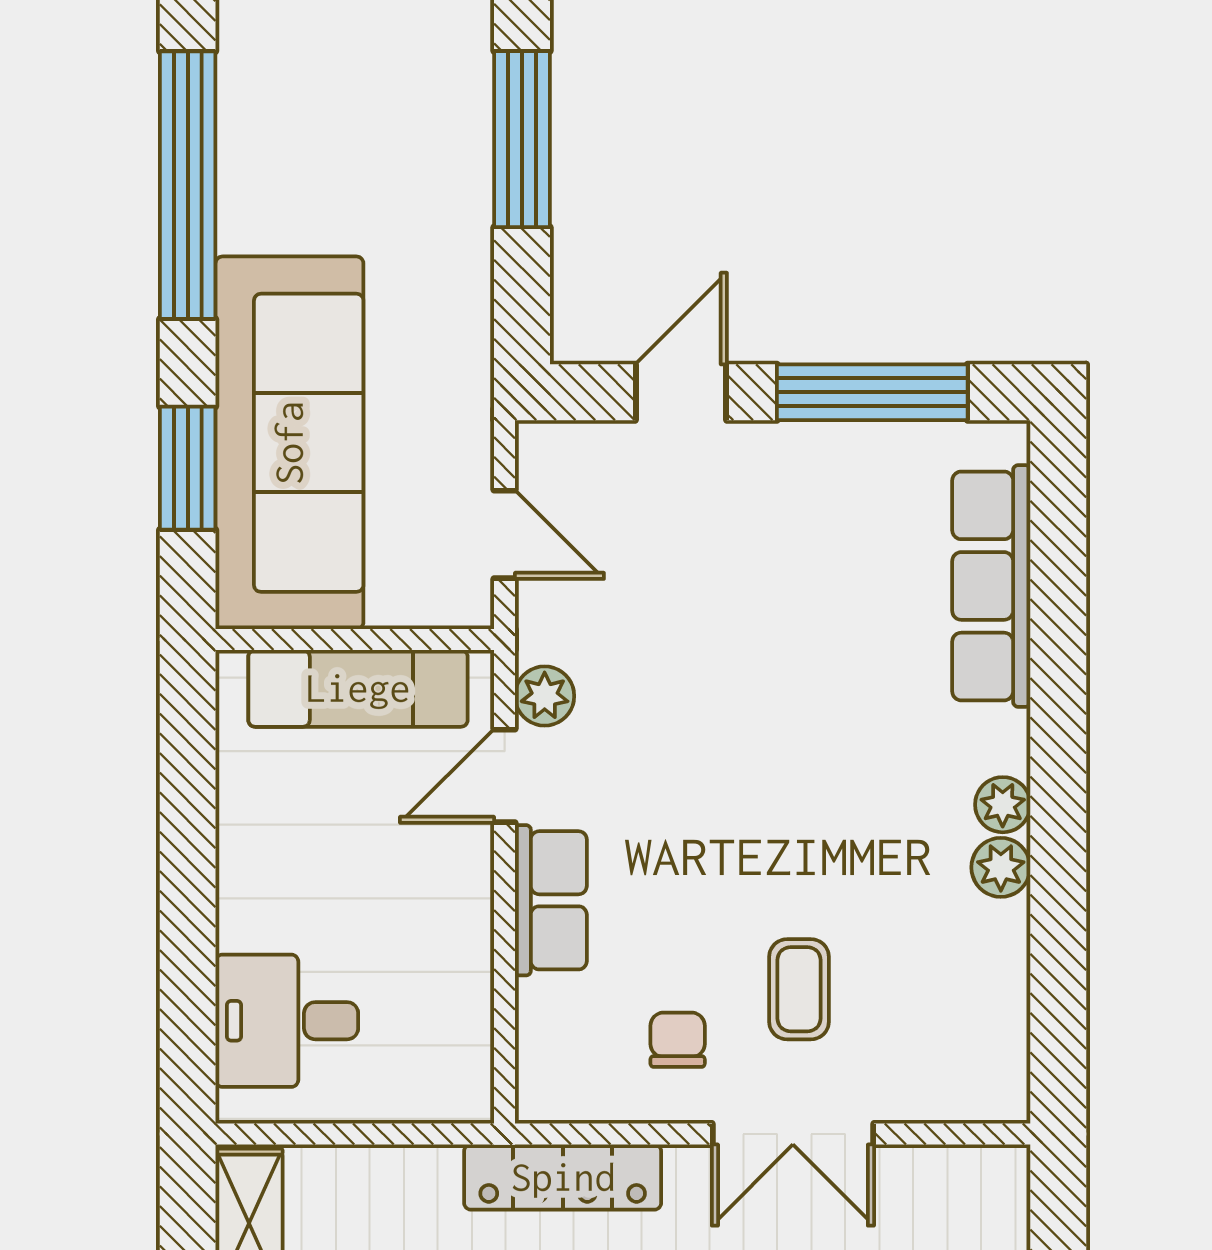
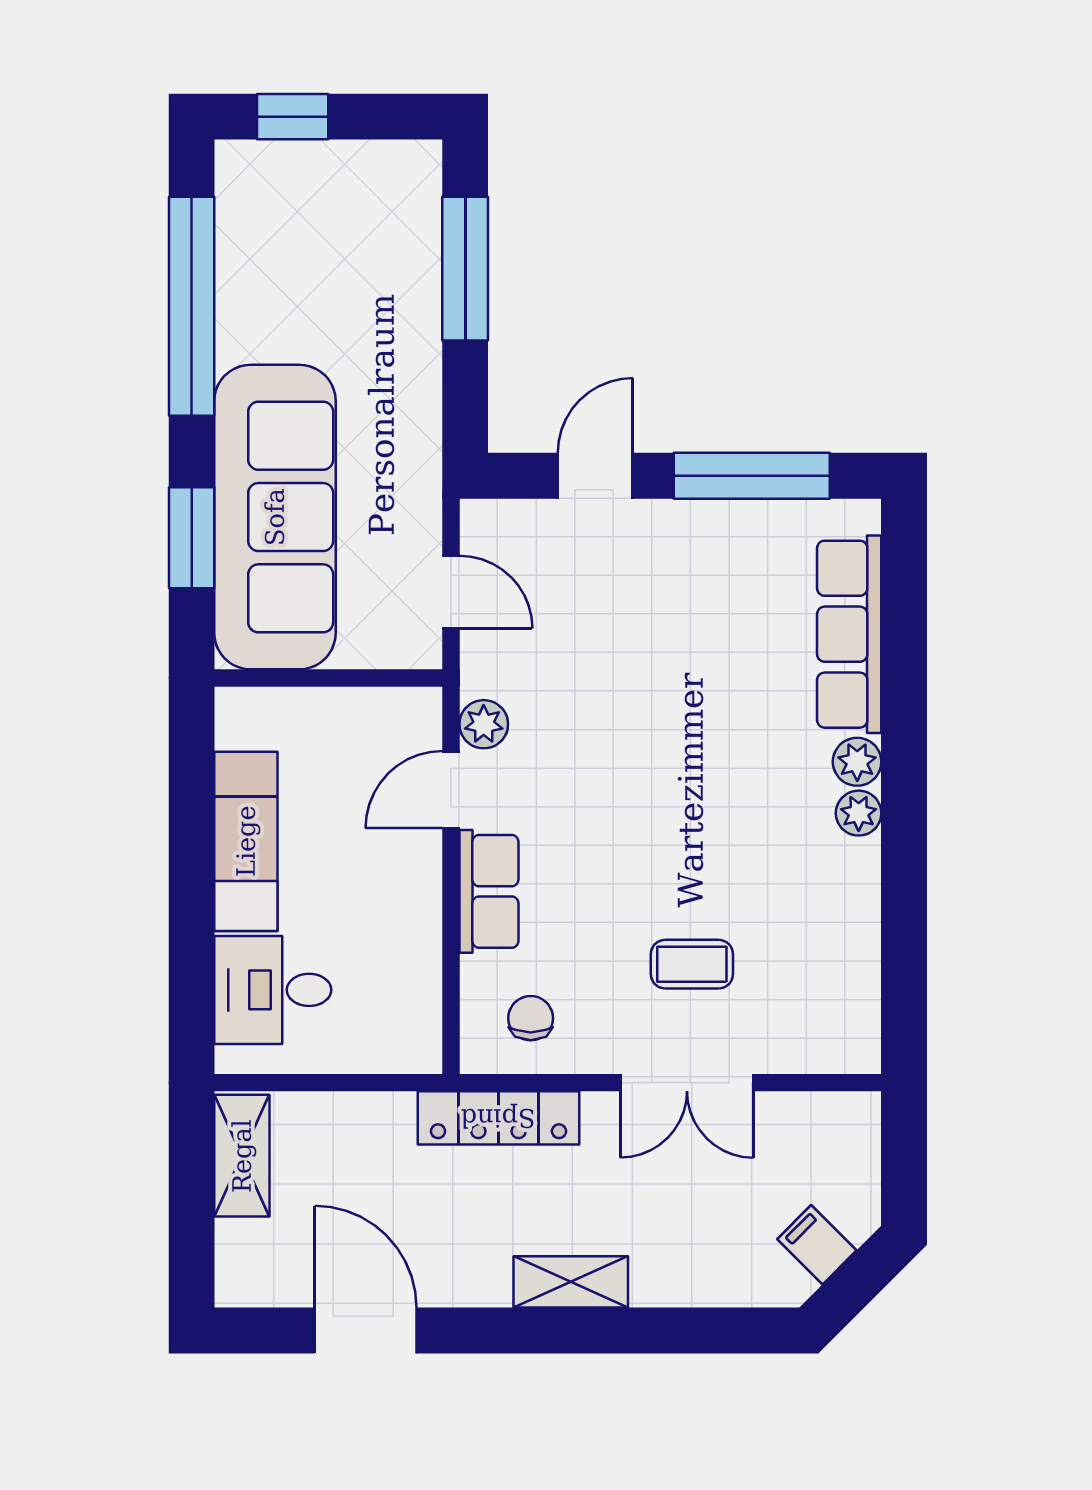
exam couch: (358, 688) -> (246, 841), moved, turned -90
plant: (1001, 867) -> (857, 762), moved
coffee table: (799, 989) -> (692, 964), turned 90
chair: (678, 1040) -> (531, 1018), moved

